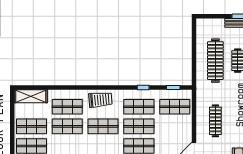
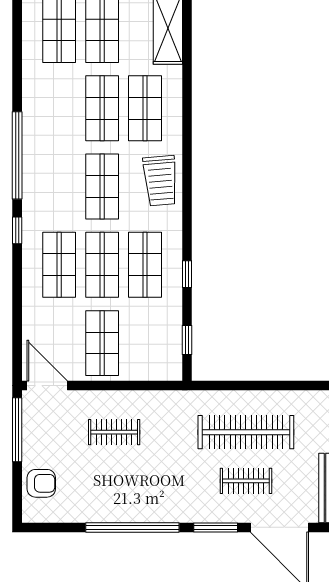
shop shelf: (175, 107) -> (102, 343), moved
clothes rail: (215, 121) -> (114, 432), width x0.73

